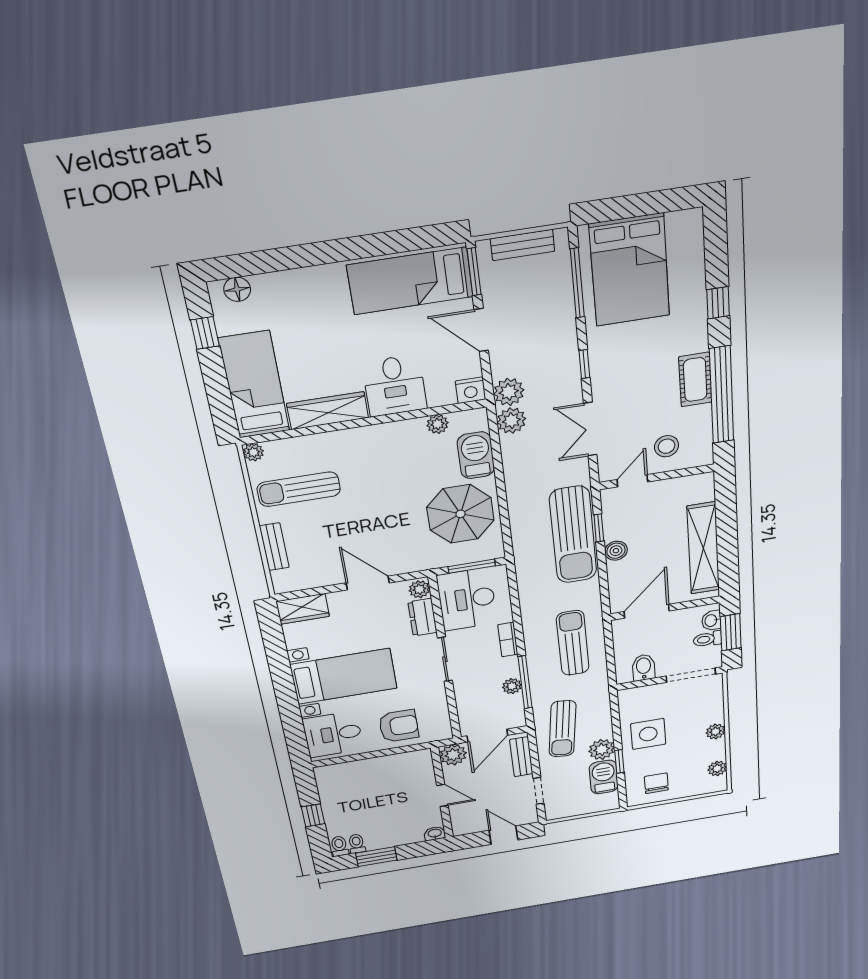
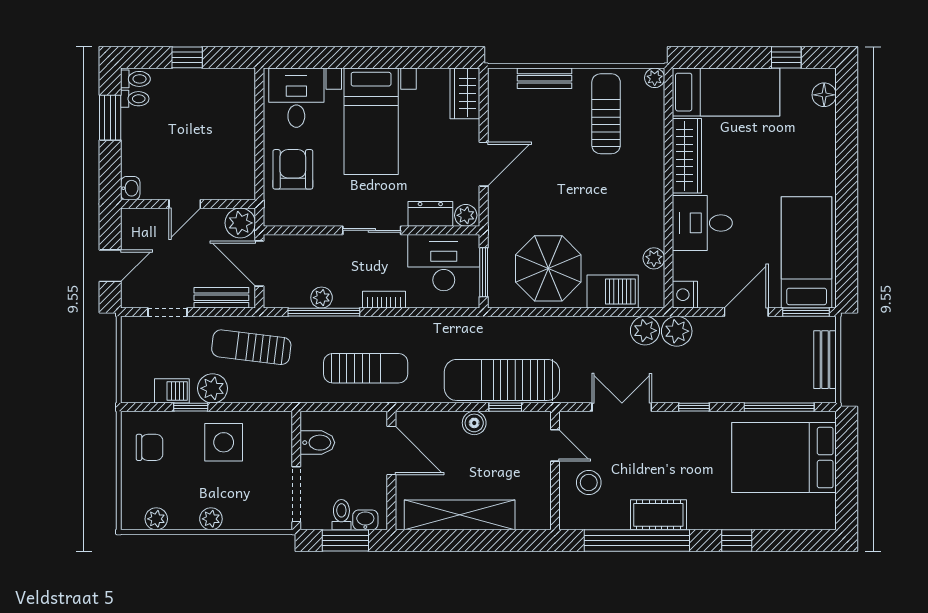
armchair: (399, 726) -> (293, 169), turned 180
barbecue: (604, 777) -> (172, 391), width x0.73, depth x0.79

